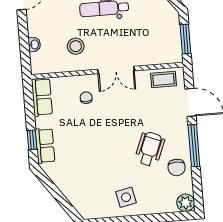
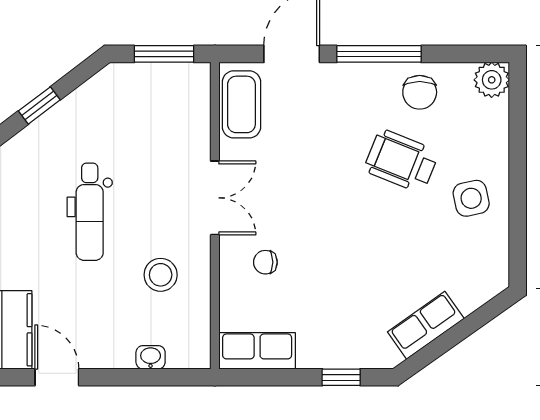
coffee table: (163, 80) -> (241, 104), width x1.36, depth x1.30
row of seats: (45, 146) -> (426, 325), moved, turned -35
wheelchair: (150, 149) -> (401, 161), moved
chair: (177, 167) -> (420, 92), turned 90

